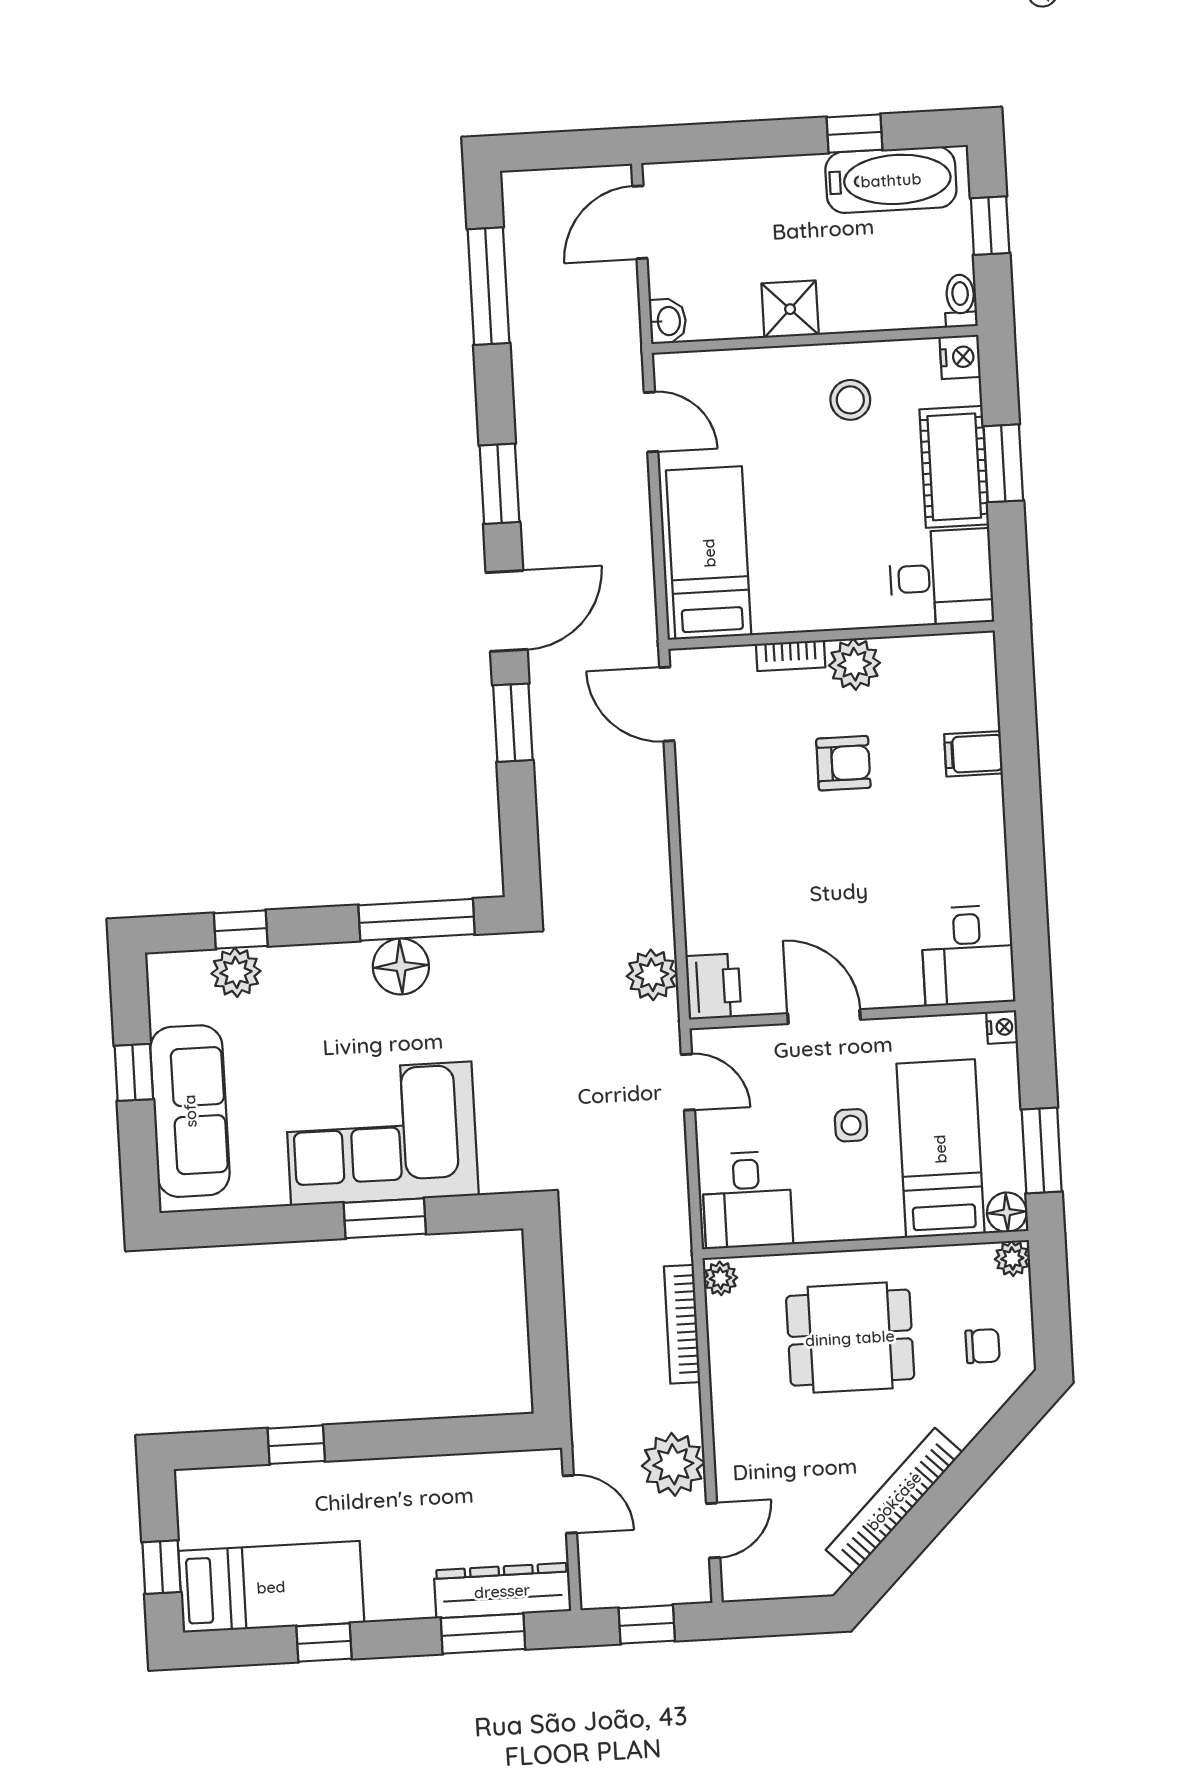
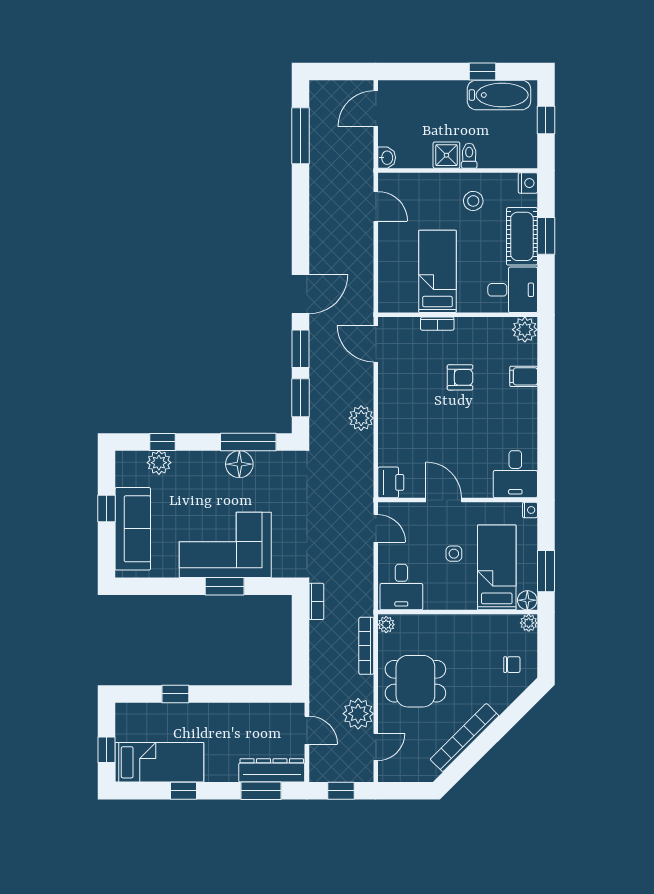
toilet: (961, 301) -> (469, 156), moved
window: (500, 484) -> (300, 398), moved
bed: (709, 553) -> (437, 271), moved
plant: (855, 664) -> (525, 330), moved
plant: (652, 975) -> (361, 418), moved
bookcase: (575, 1239) -> (316, 601), added
dining table: (850, 1338) -> (415, 681), moved

